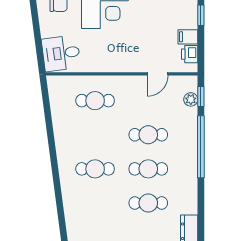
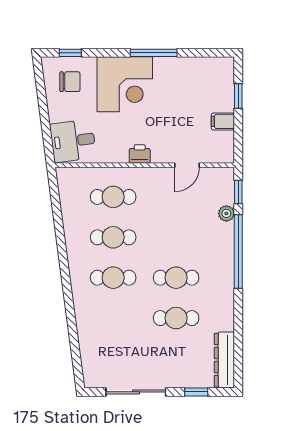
printer: (190, 54) -> (140, 154), moved, turned 90
plant: (191, 99) -> (226, 213), moved
cafe table: (148, 135) -> (113, 237), moved

